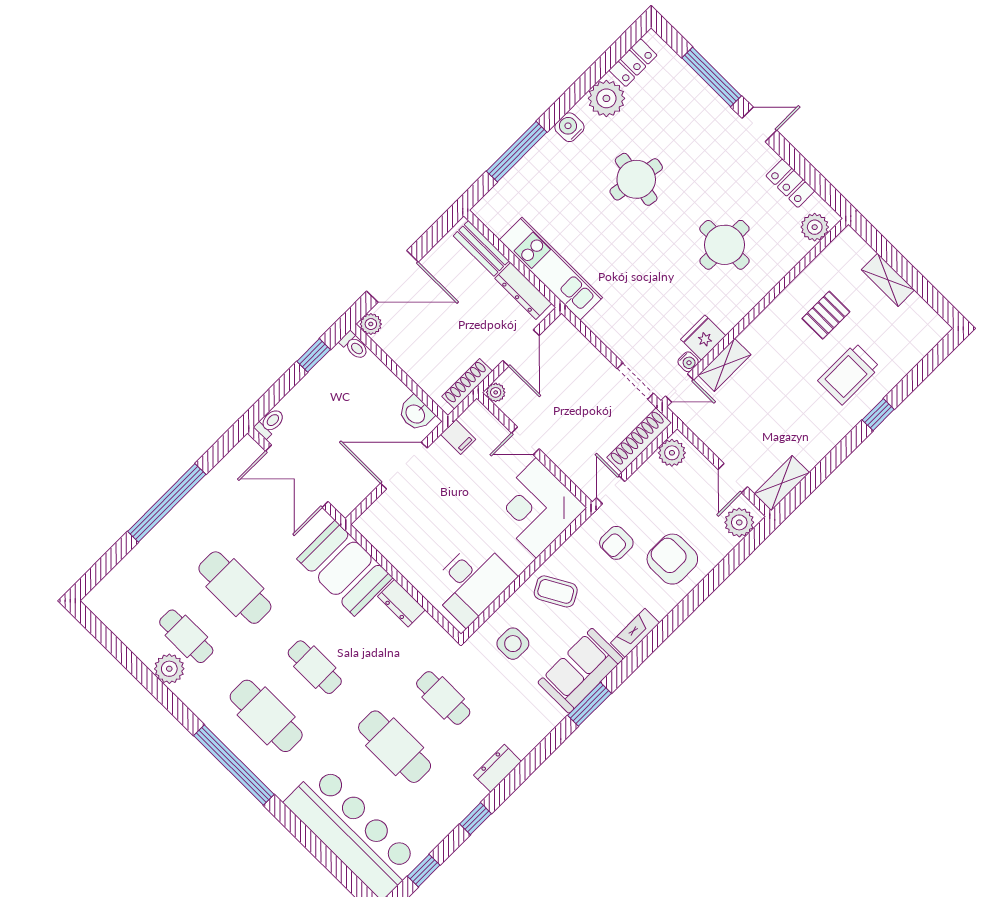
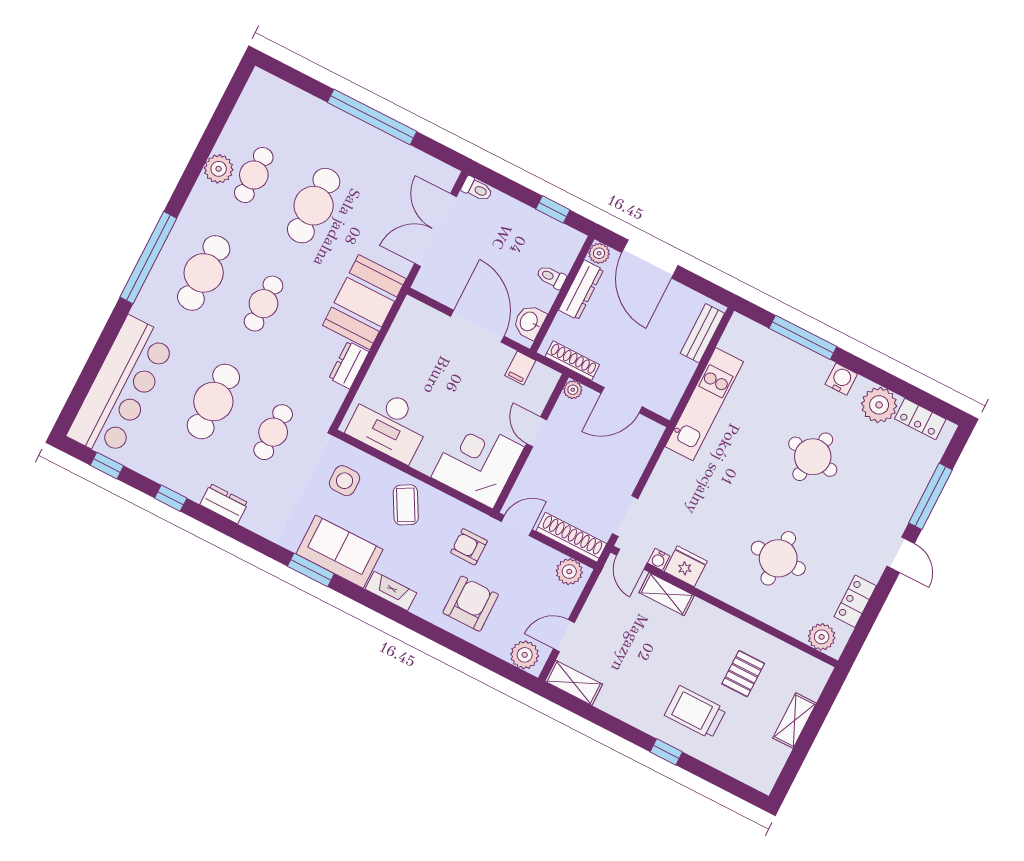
dresser: (523, 291) -> (581, 290), moved, turned 180
pallet: (826, 315) -> (743, 674), turned 90
toilet: (354, 346) -> (551, 277), moved, turned 90

